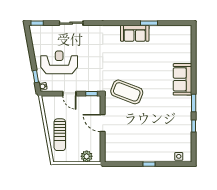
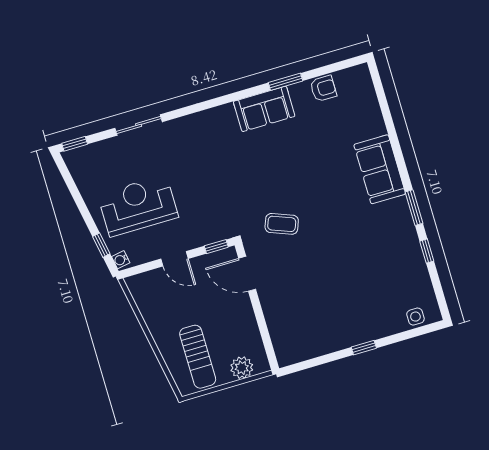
armchair: (167, 32) -> (323, 88), added
coffee table: (127, 92) -> (282, 224), width x0.54, depth x0.58
door: (103, 123) -> (247, 274), moved
sun lounger: (60, 135) -> (198, 357), moved

